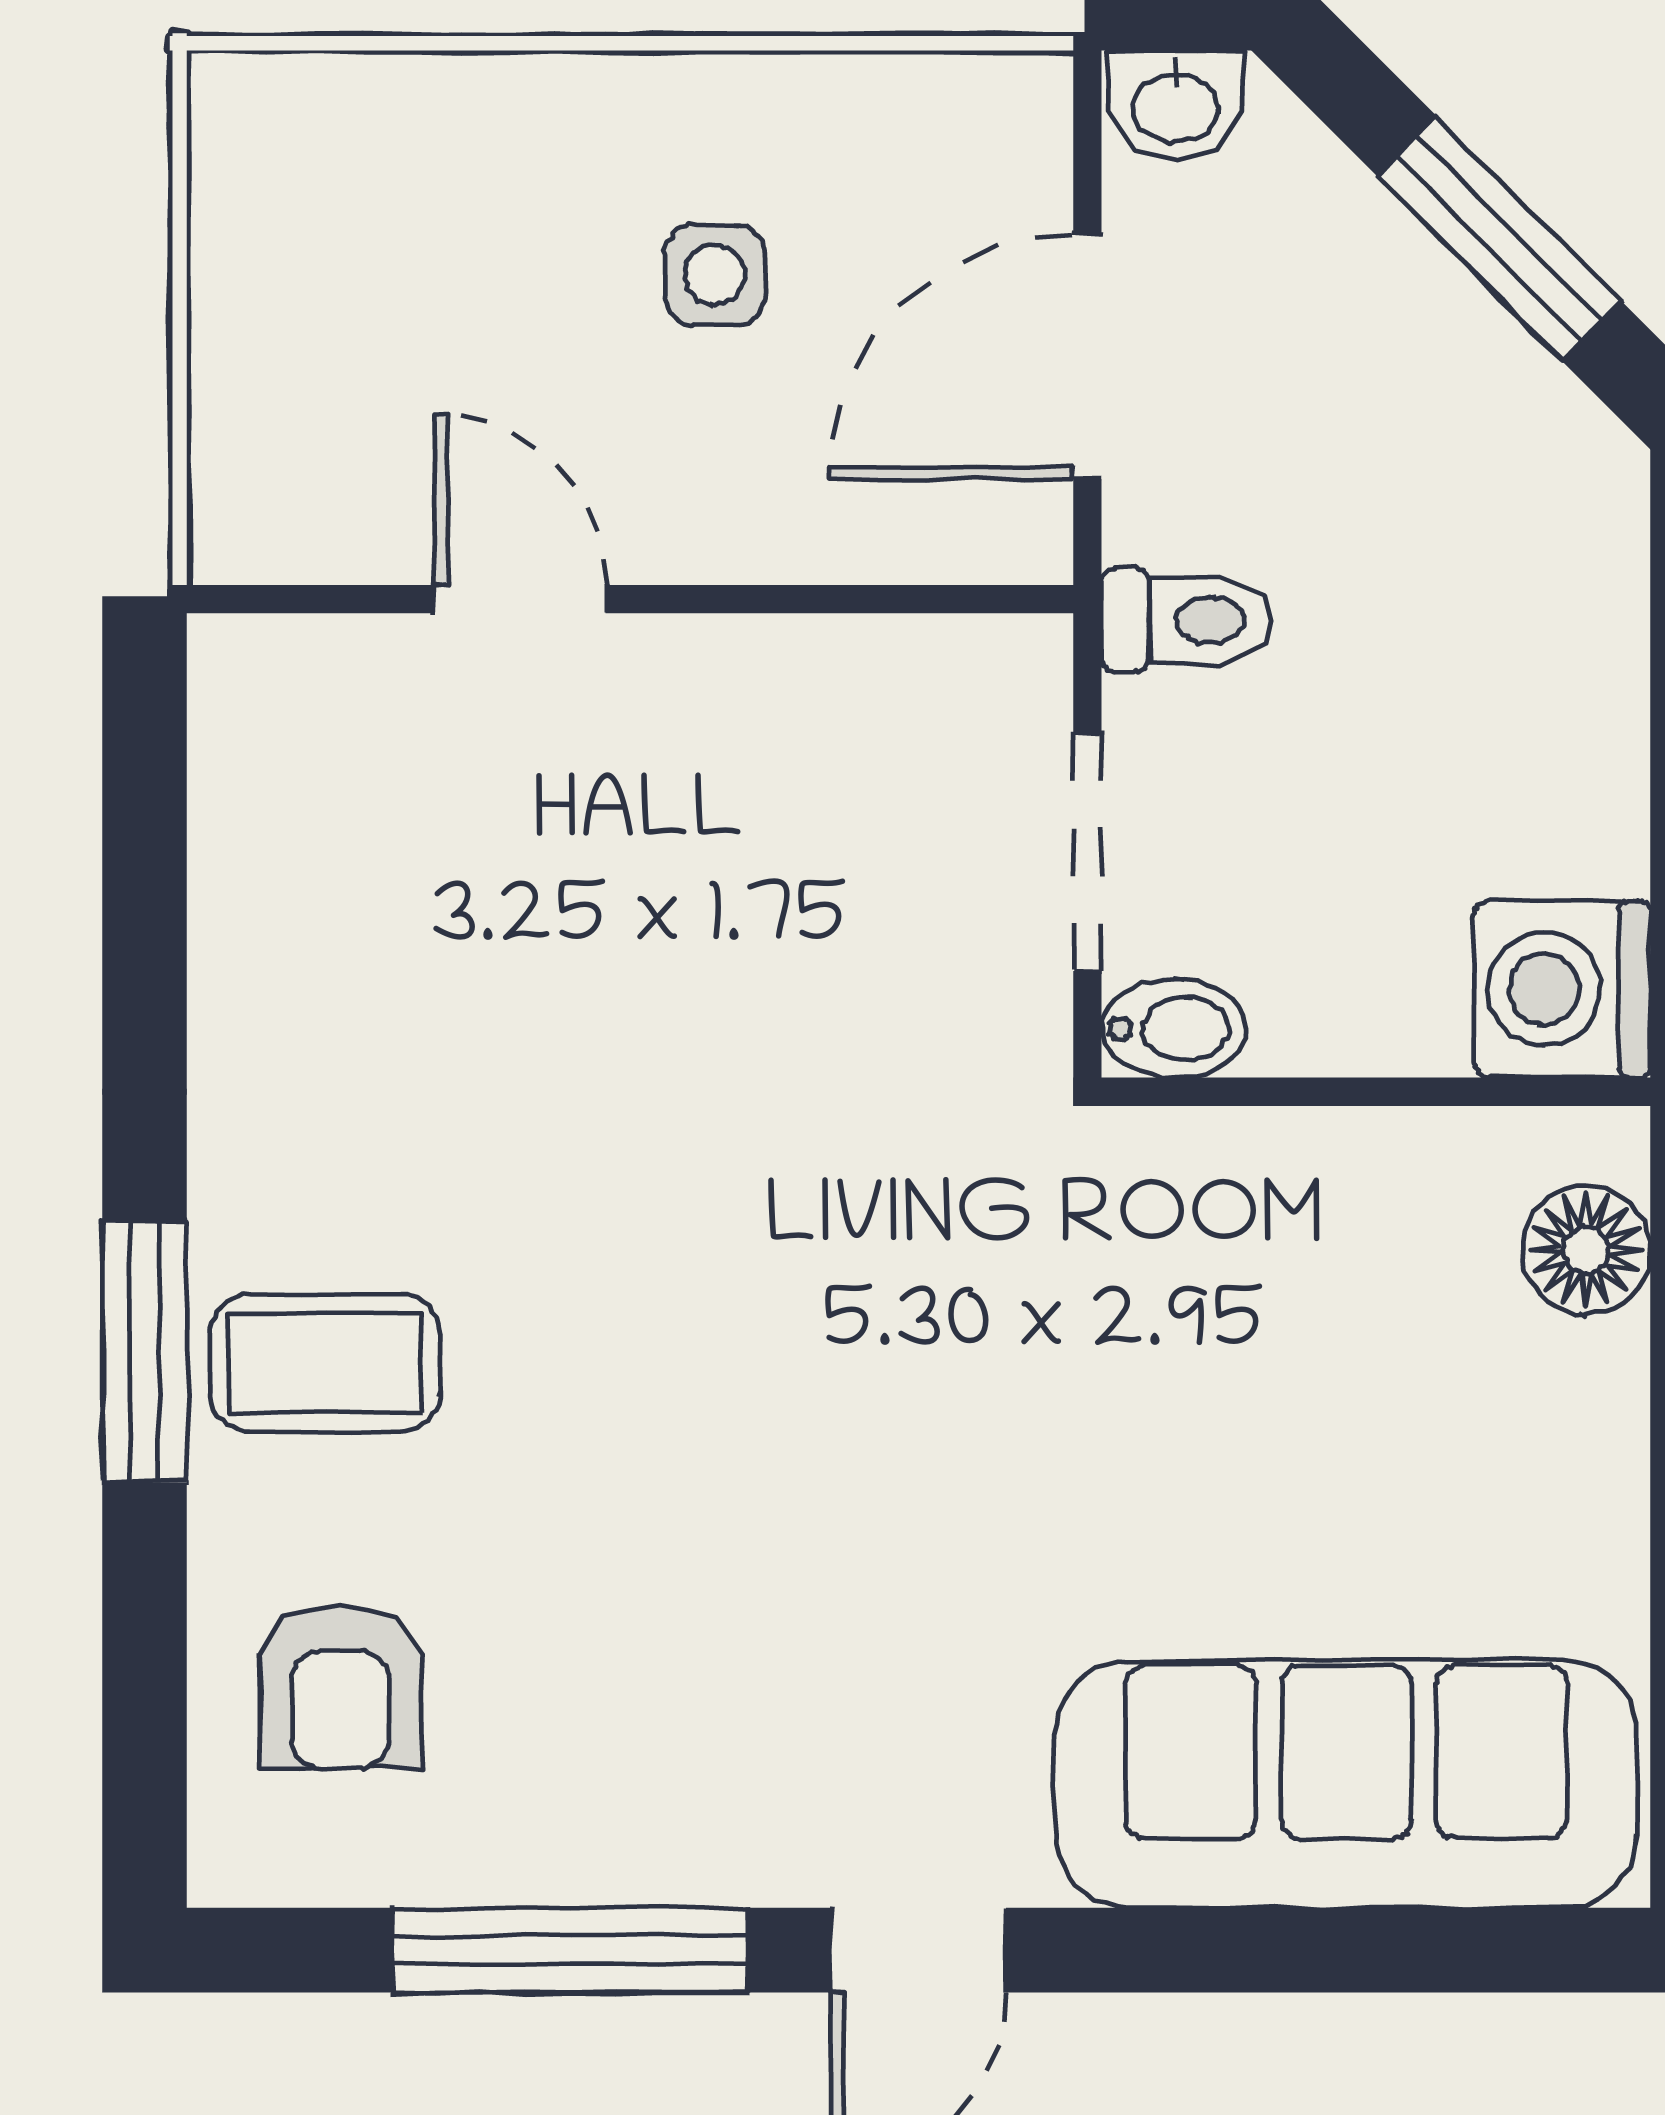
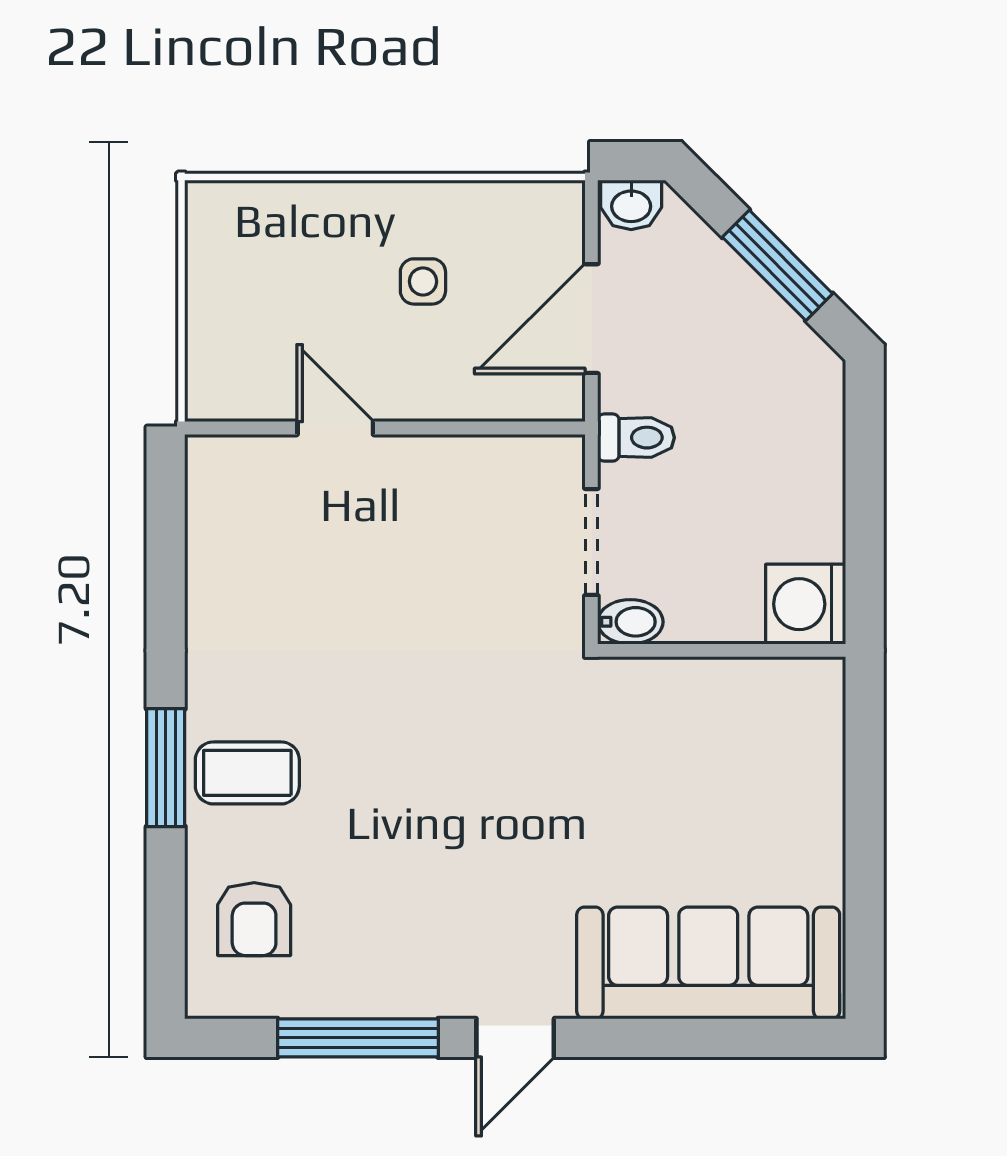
floor lamp: (1586, 1250) -> (817, 722), removed

